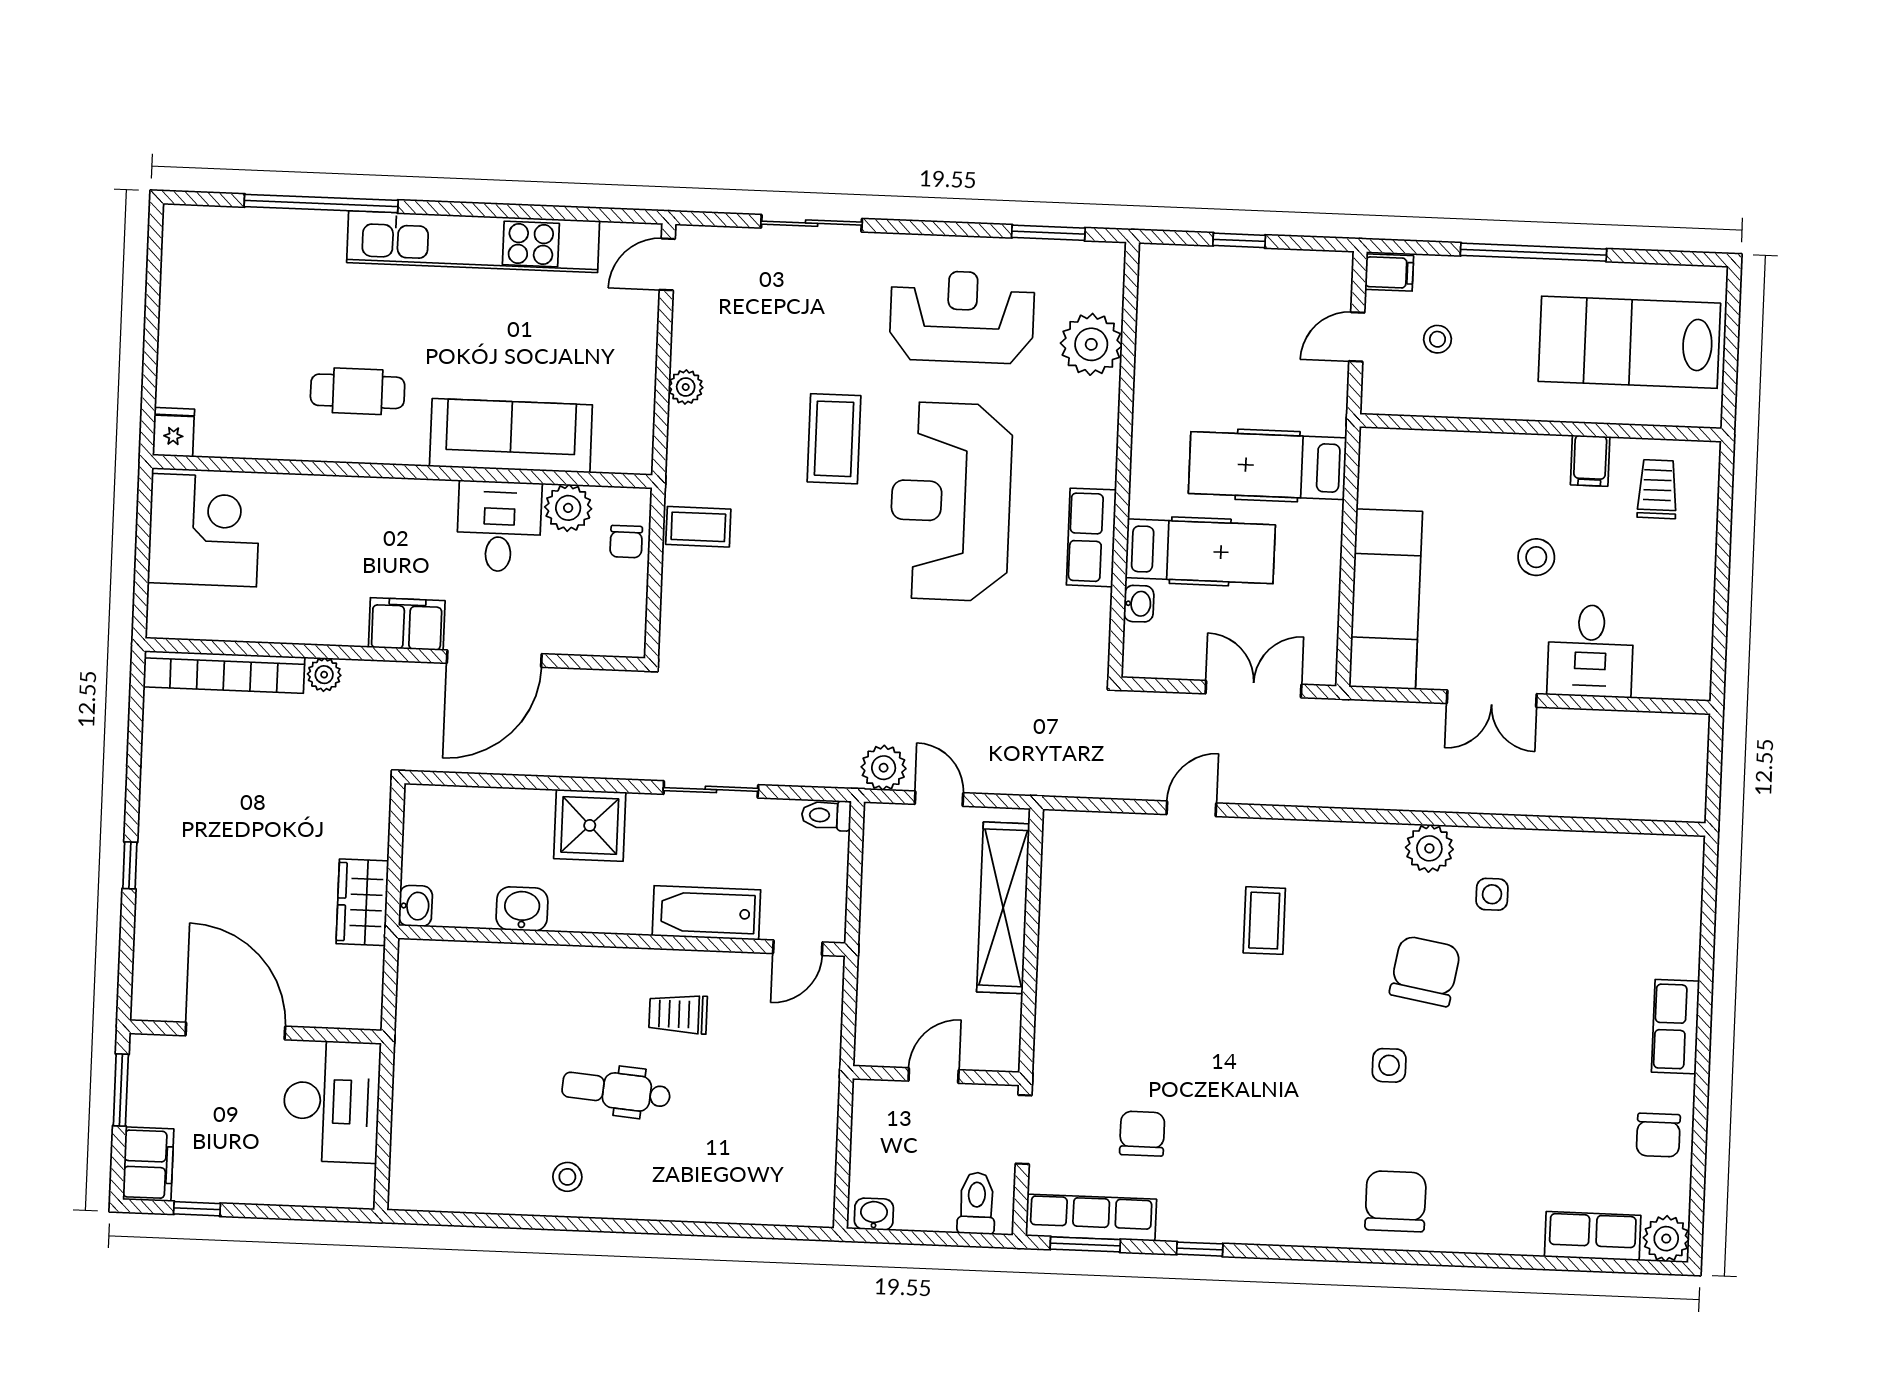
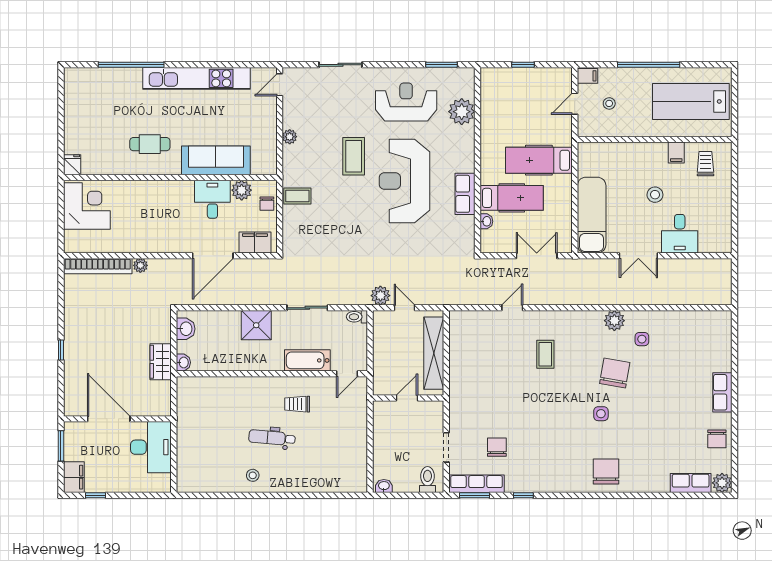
filing cabinet: (407, 624) -> (255, 242), moved
washbasin: (522, 909) -> (186, 329), moved, turned 90
door: (934, 1075) -> (407, 398), moved
wall: (936, 1076) -> (408, 398), moved

